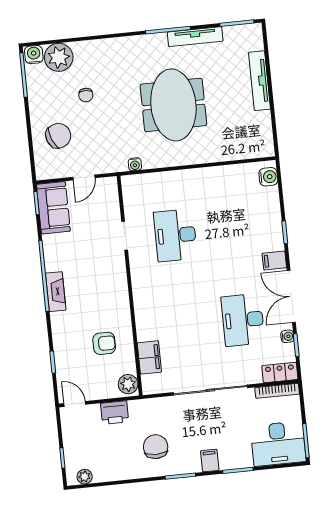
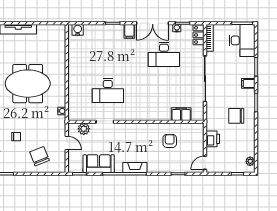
sofa: (53, 208) -> (99, 164), moved
plant: (128, 384) -> (84, 129), moved

